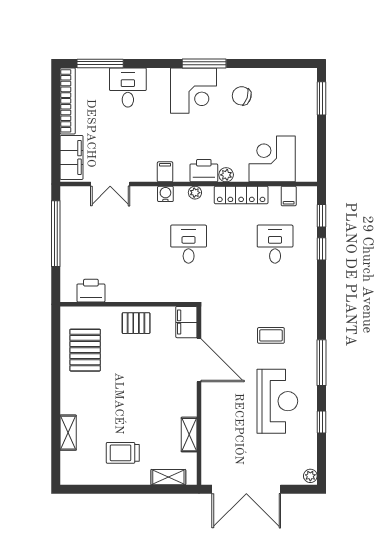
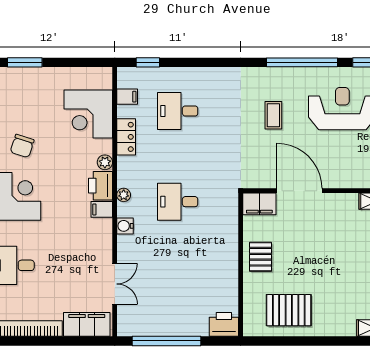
filing cabinet: (165, 172) -> (102, 209), moved
locker: (241, 195) -> (126, 137), width x0.66
window: (321, 249) -> (183, 62), removed
printer: (91, 291) -> (224, 324), moved, turned 90
door: (199, 360) -> (300, 191), hinge flipped
window: (321, 363) -> (302, 62), width x1.46

